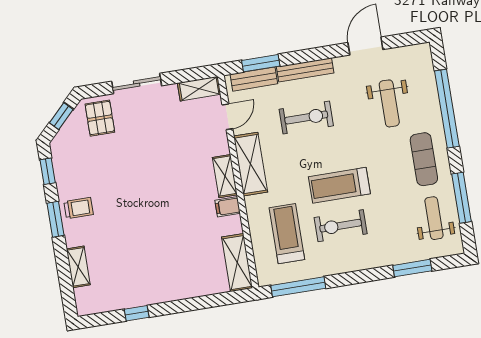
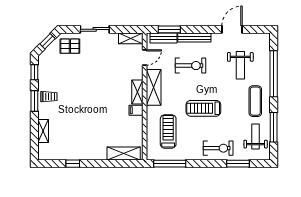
pallet: (100, 118) -> (70, 46), turned 90
exercise bike: (341, 226) -> (218, 148), moved, turned 180
shelving: (237, 263) -> (124, 154), moved, turned 90

